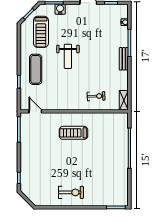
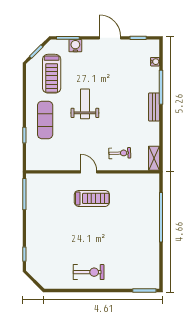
weight bench: (68, 56) -> (85, 104), turned 180
door: (35, 111) -> (89, 172), moved
treadmill: (74, 133) -> (92, 198), turned 180

